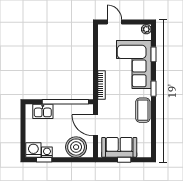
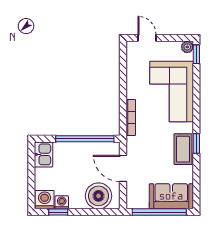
window: (153, 54) -> (196, 54), moved
window: (153, 89) -> (196, 143), moved
kitchen sink: (43, 111) -> (44, 154), moved, turned -90
sofa: (119, 147) -> (171, 196), moved
window: (124, 160) -> (159, 212), width x3.17

